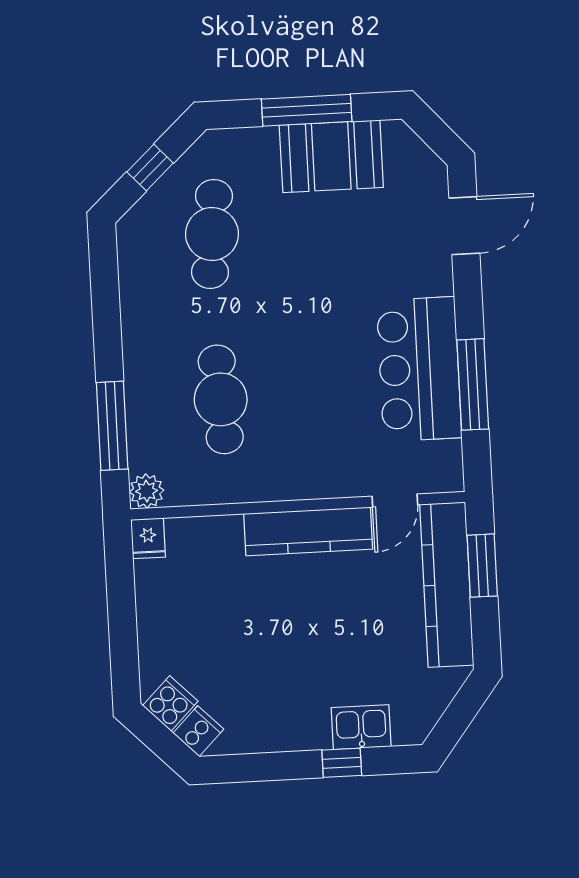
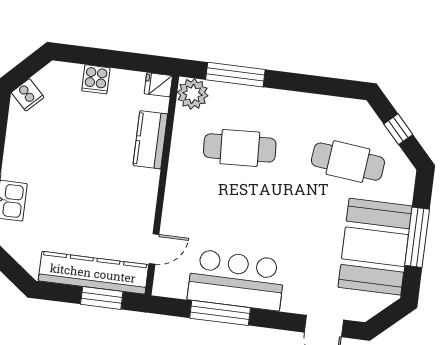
booth: (331, 156) -> (375, 247), width x1.36, depth x1.42
plant: (147, 491) -> (193, 94), width x1.36, depth x1.36
door: (395, 501) -> (154, 249), swing flipped
kitchen counter: (308, 531) -> (150, 140), moved, width x0.67
cooker: (170, 703) -> (96, 79), moved, turned 45

